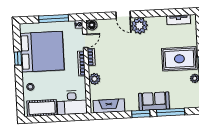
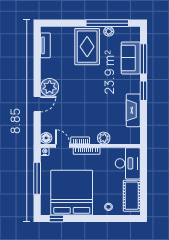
window: (18, 58) -> (56, 219), moved
sofa: (154, 101) -> (131, 58), moved
fireplace: (109, 106) -> (133, 110), moved

